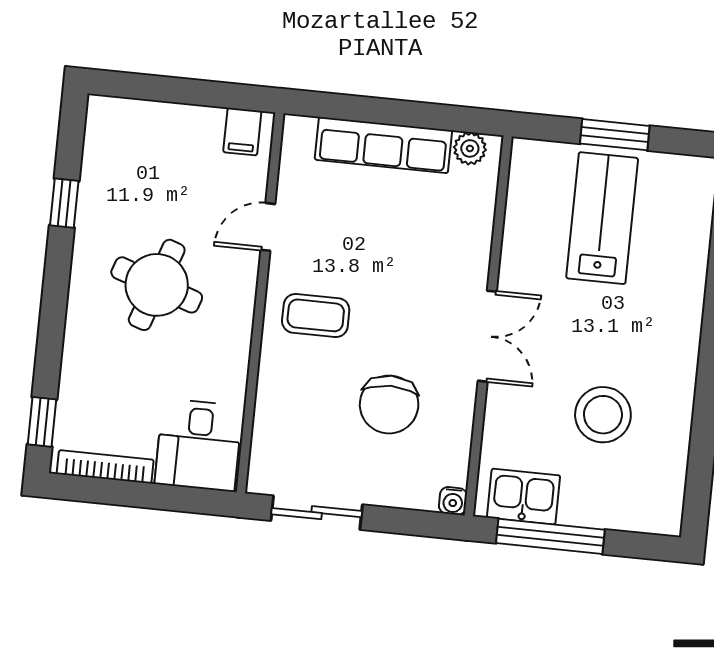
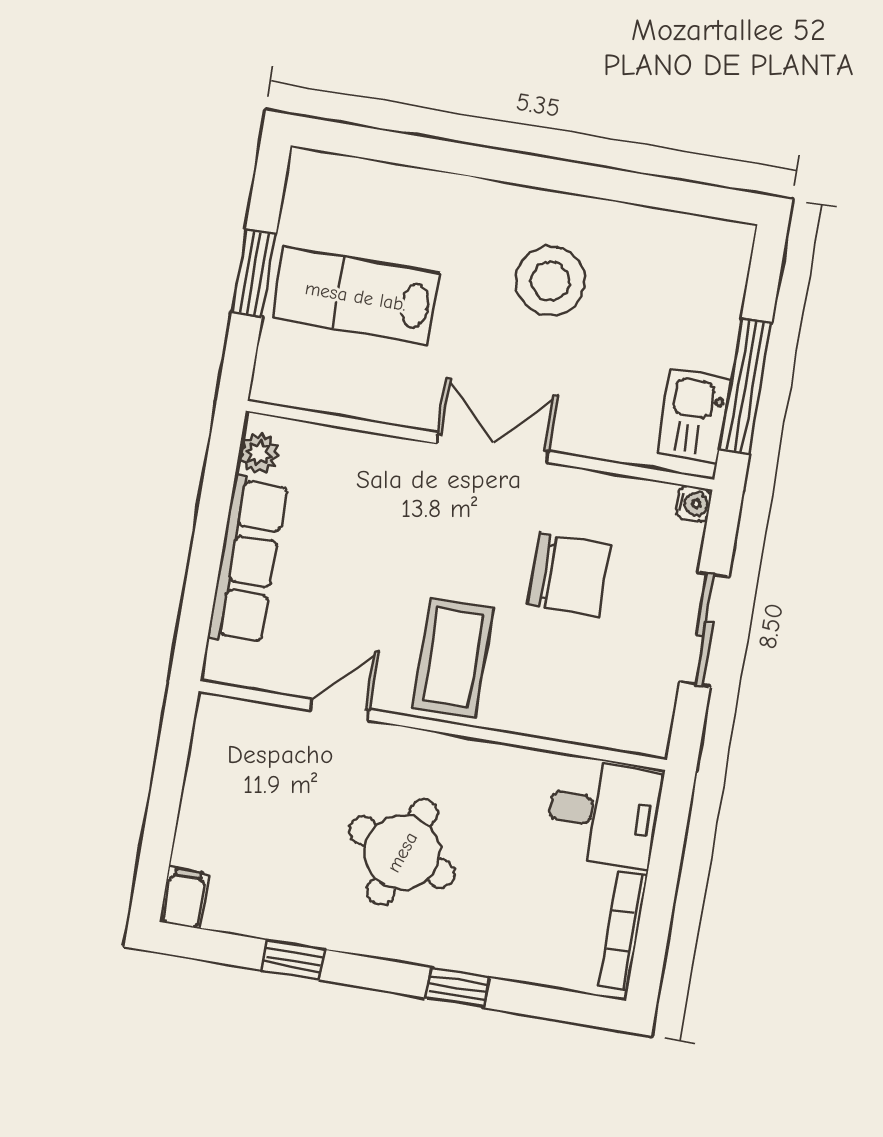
filing cabinet: (242, 132) -> (184, 898), moved, turned -90
door: (268, 227) -> (339, 710), swing flipped
coffee table: (316, 315) -> (453, 658), width x1.36, depth x1.30
stool: (603, 415) -> (550, 281), moved
window: (42, 422) -> (457, 988), moved
sliding door: (317, 513) -> (704, 629), moved

